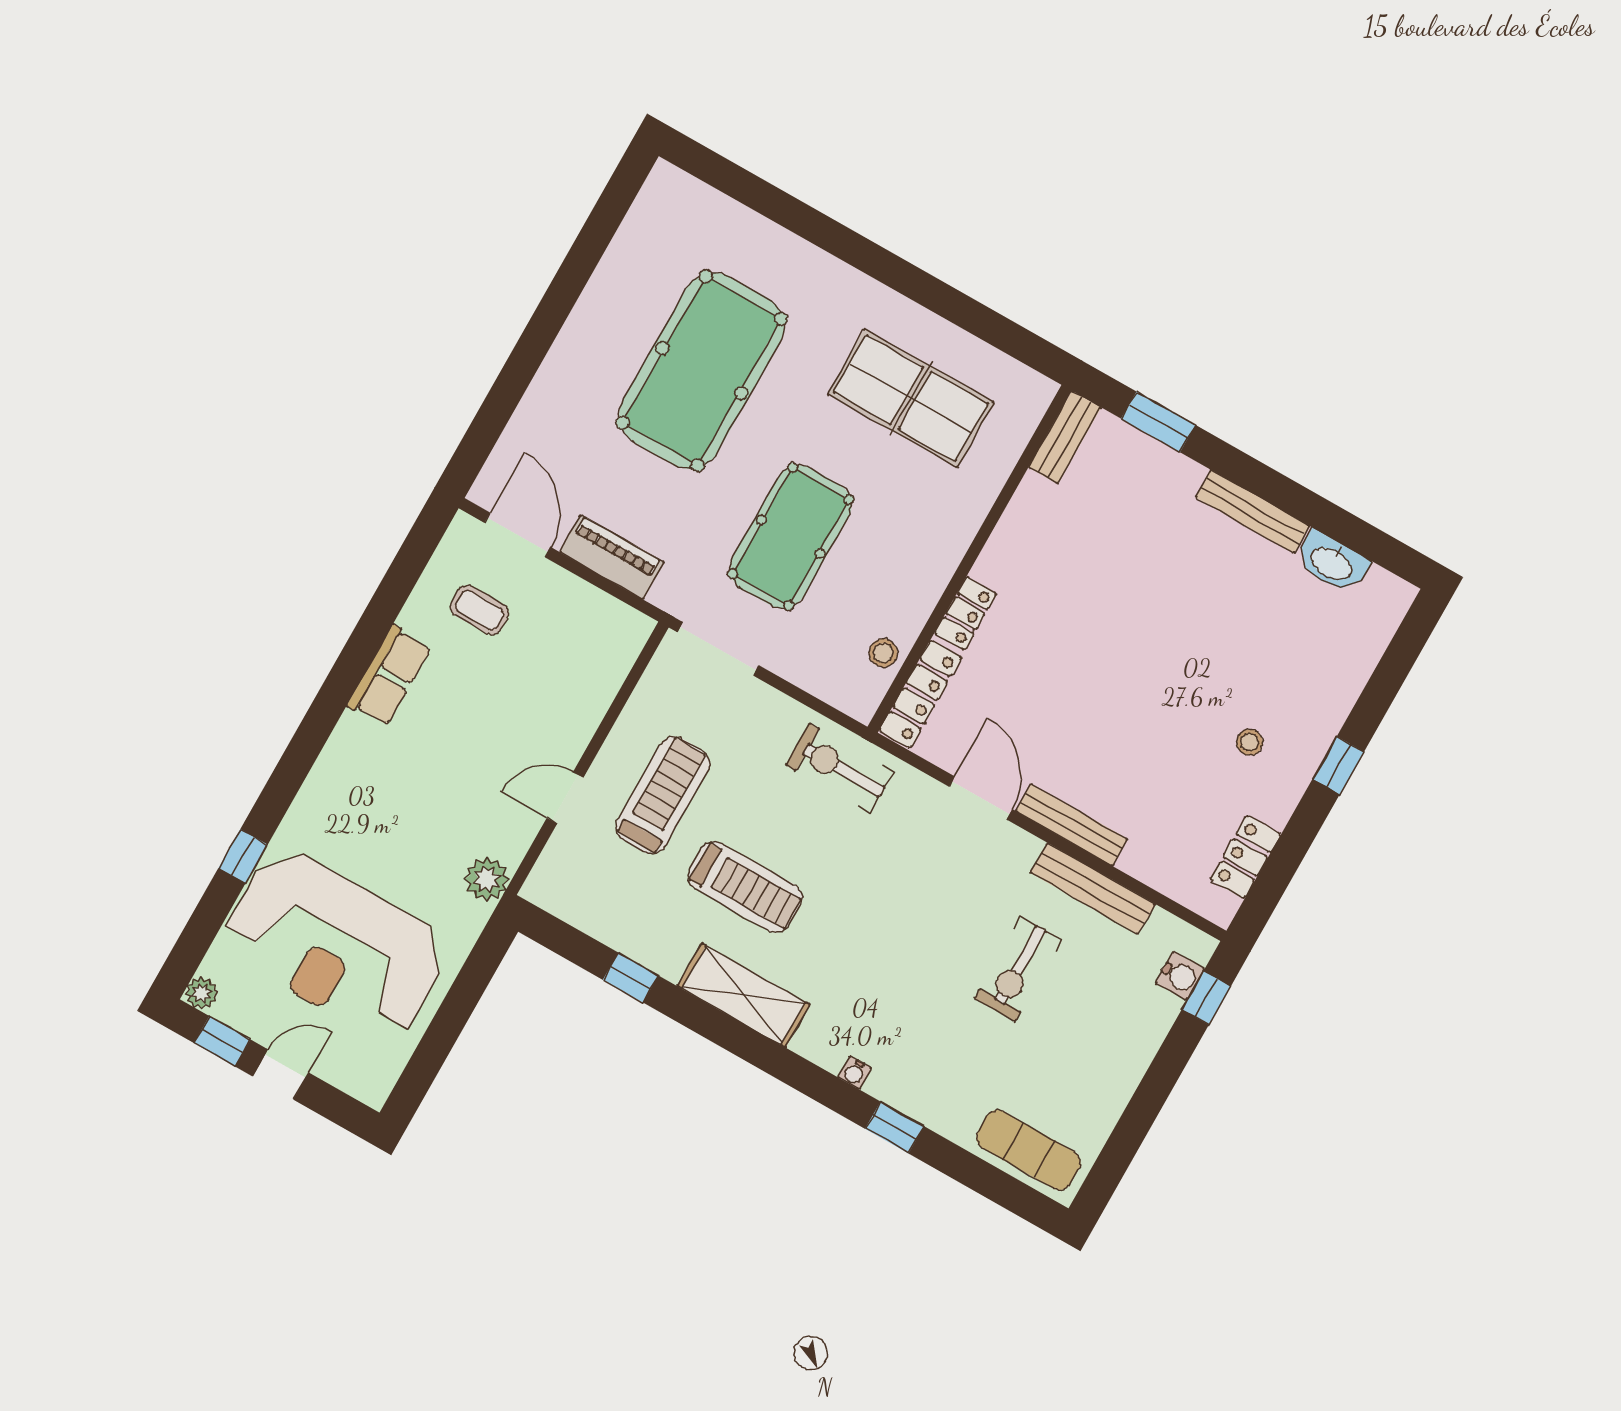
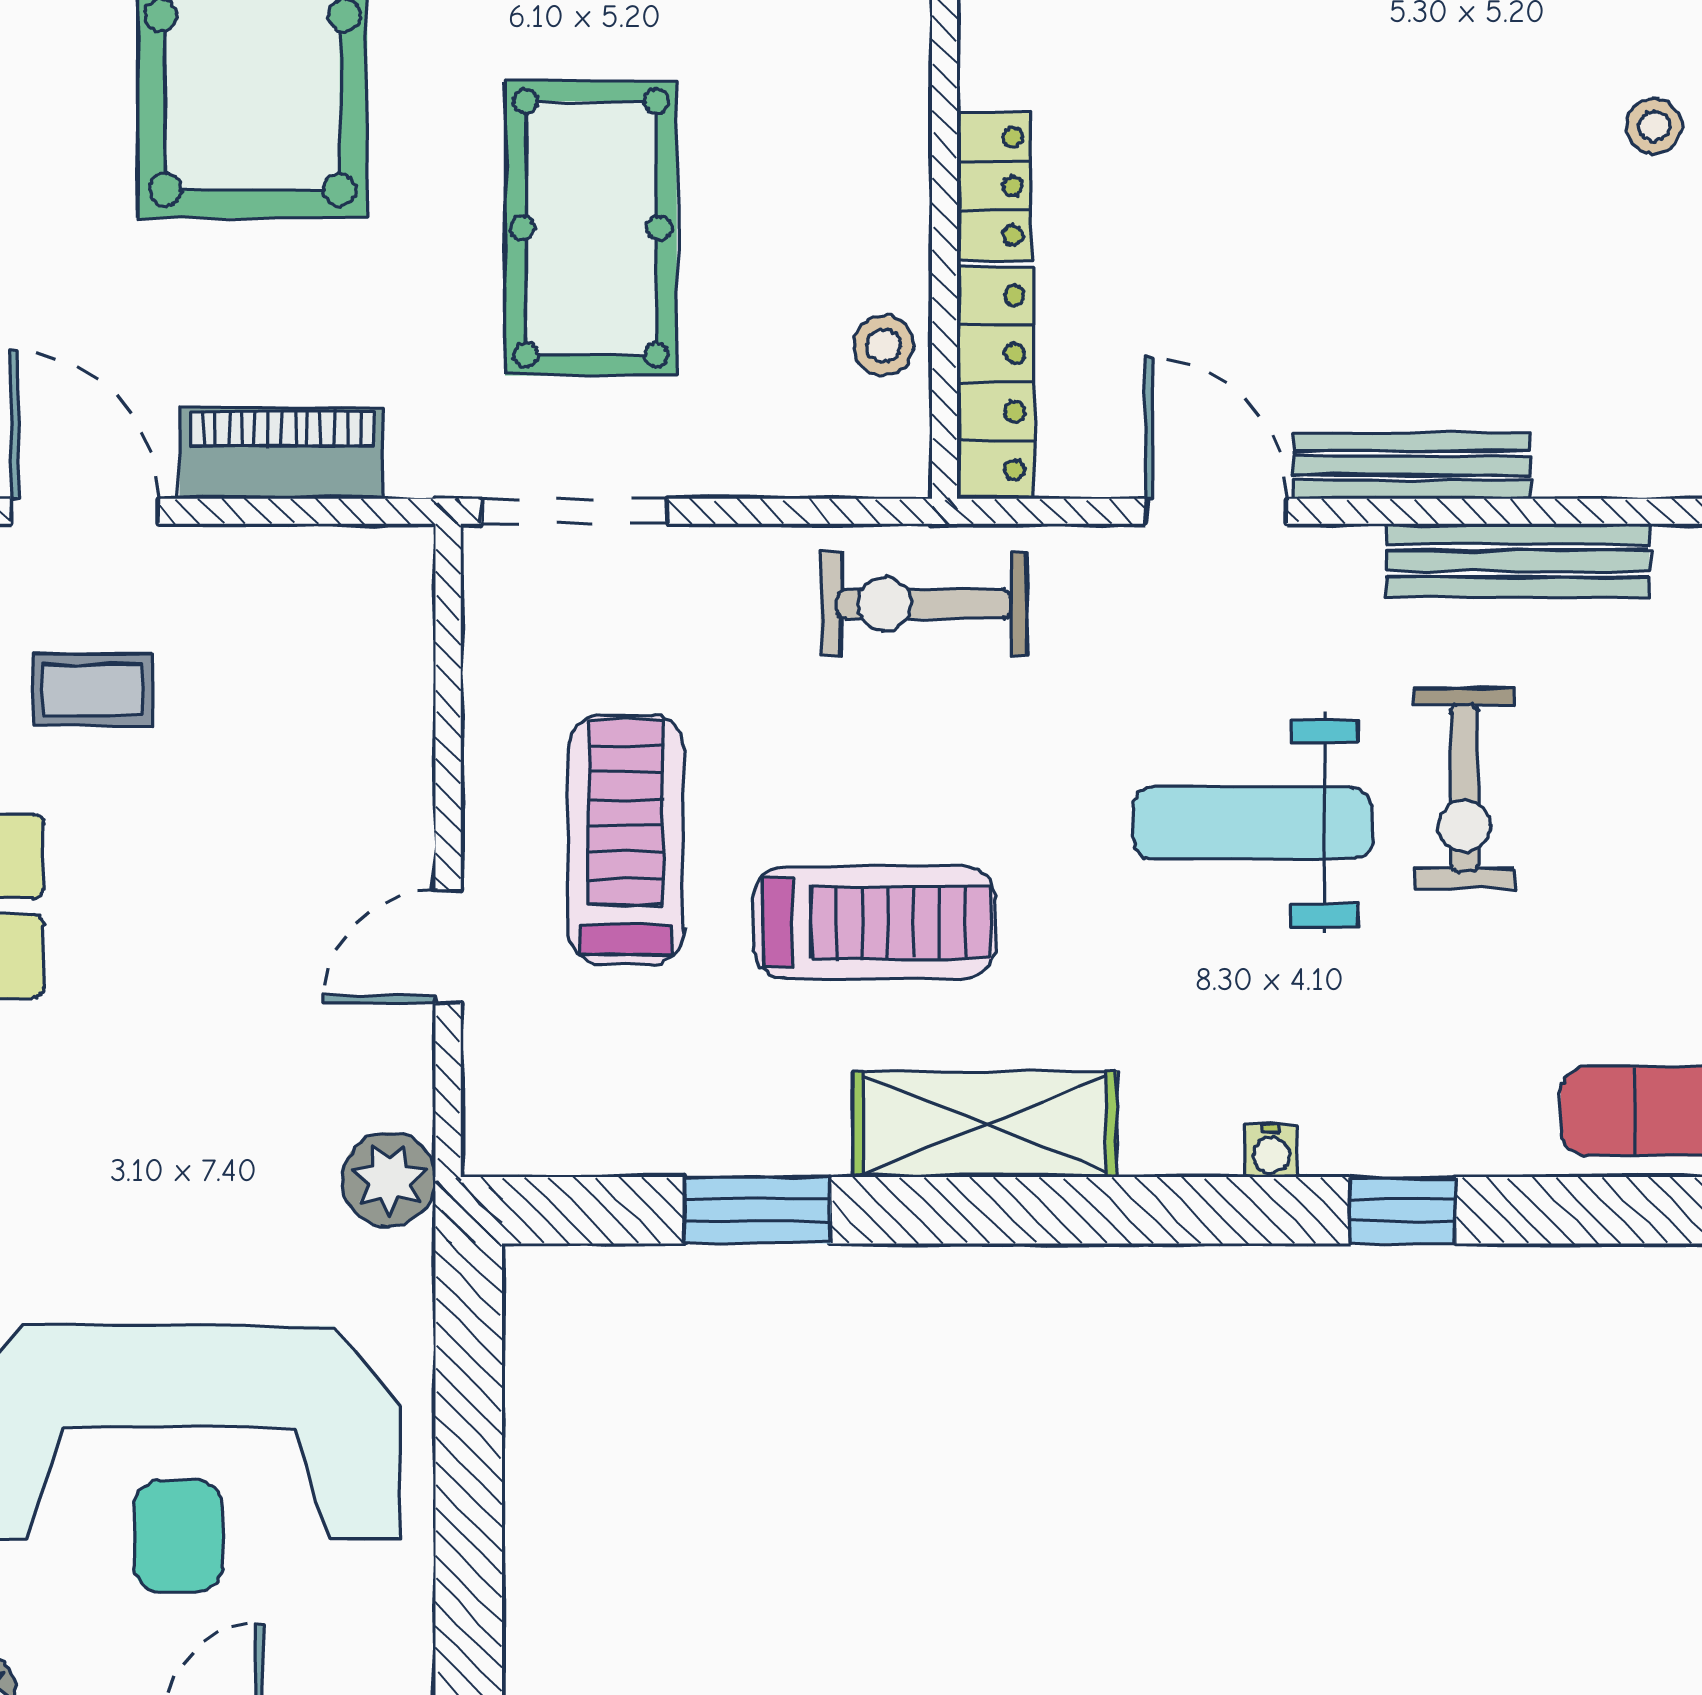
weight bench: (923, 934) -> (1253, 823), added
window: (631, 978) -> (758, 1210), width x1.50

